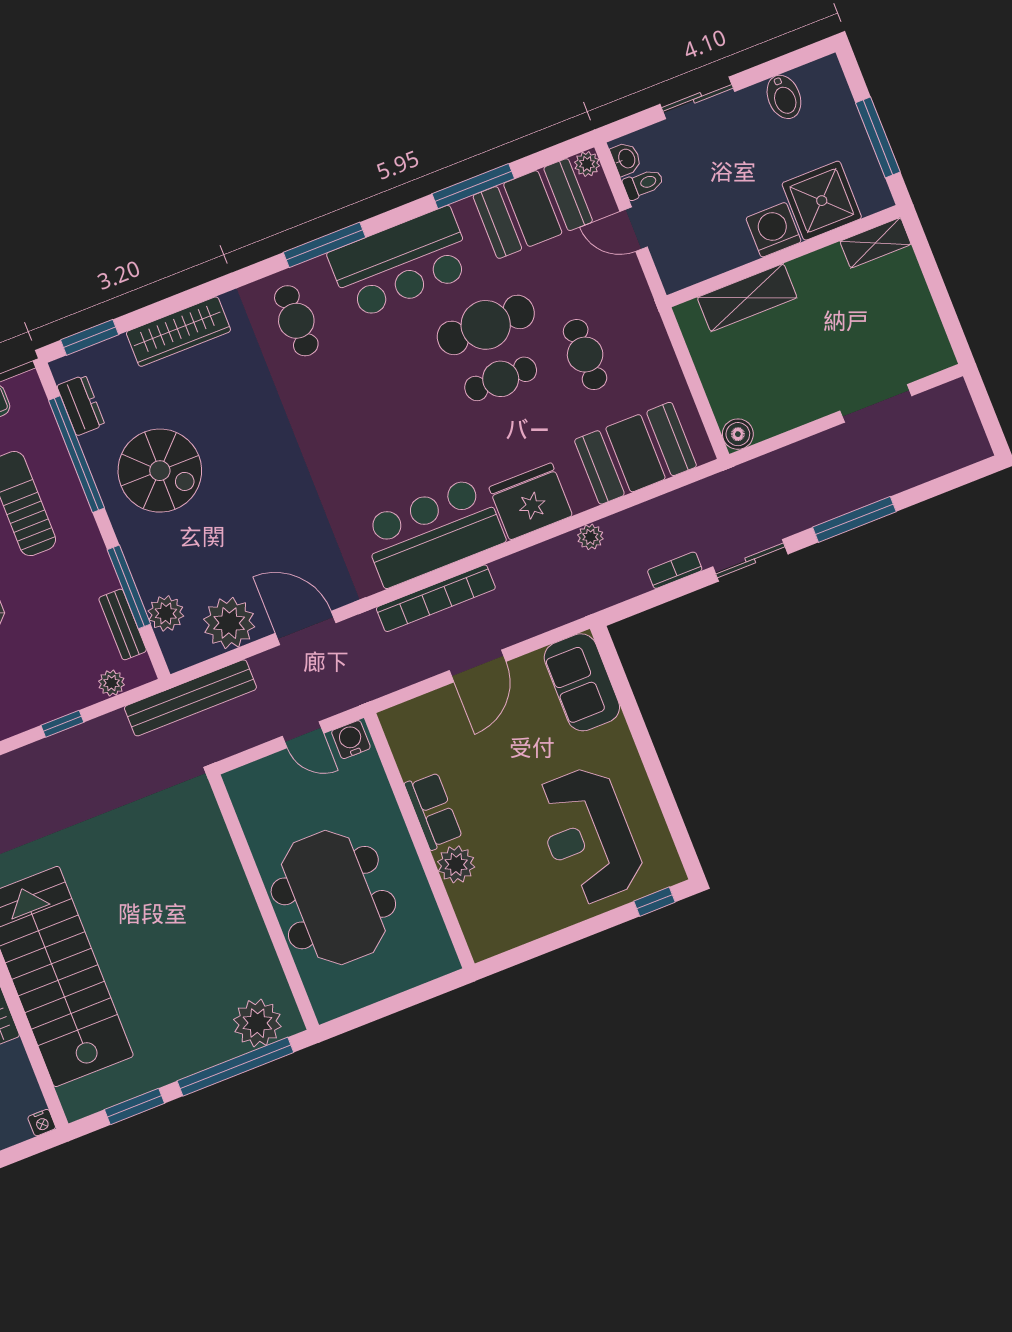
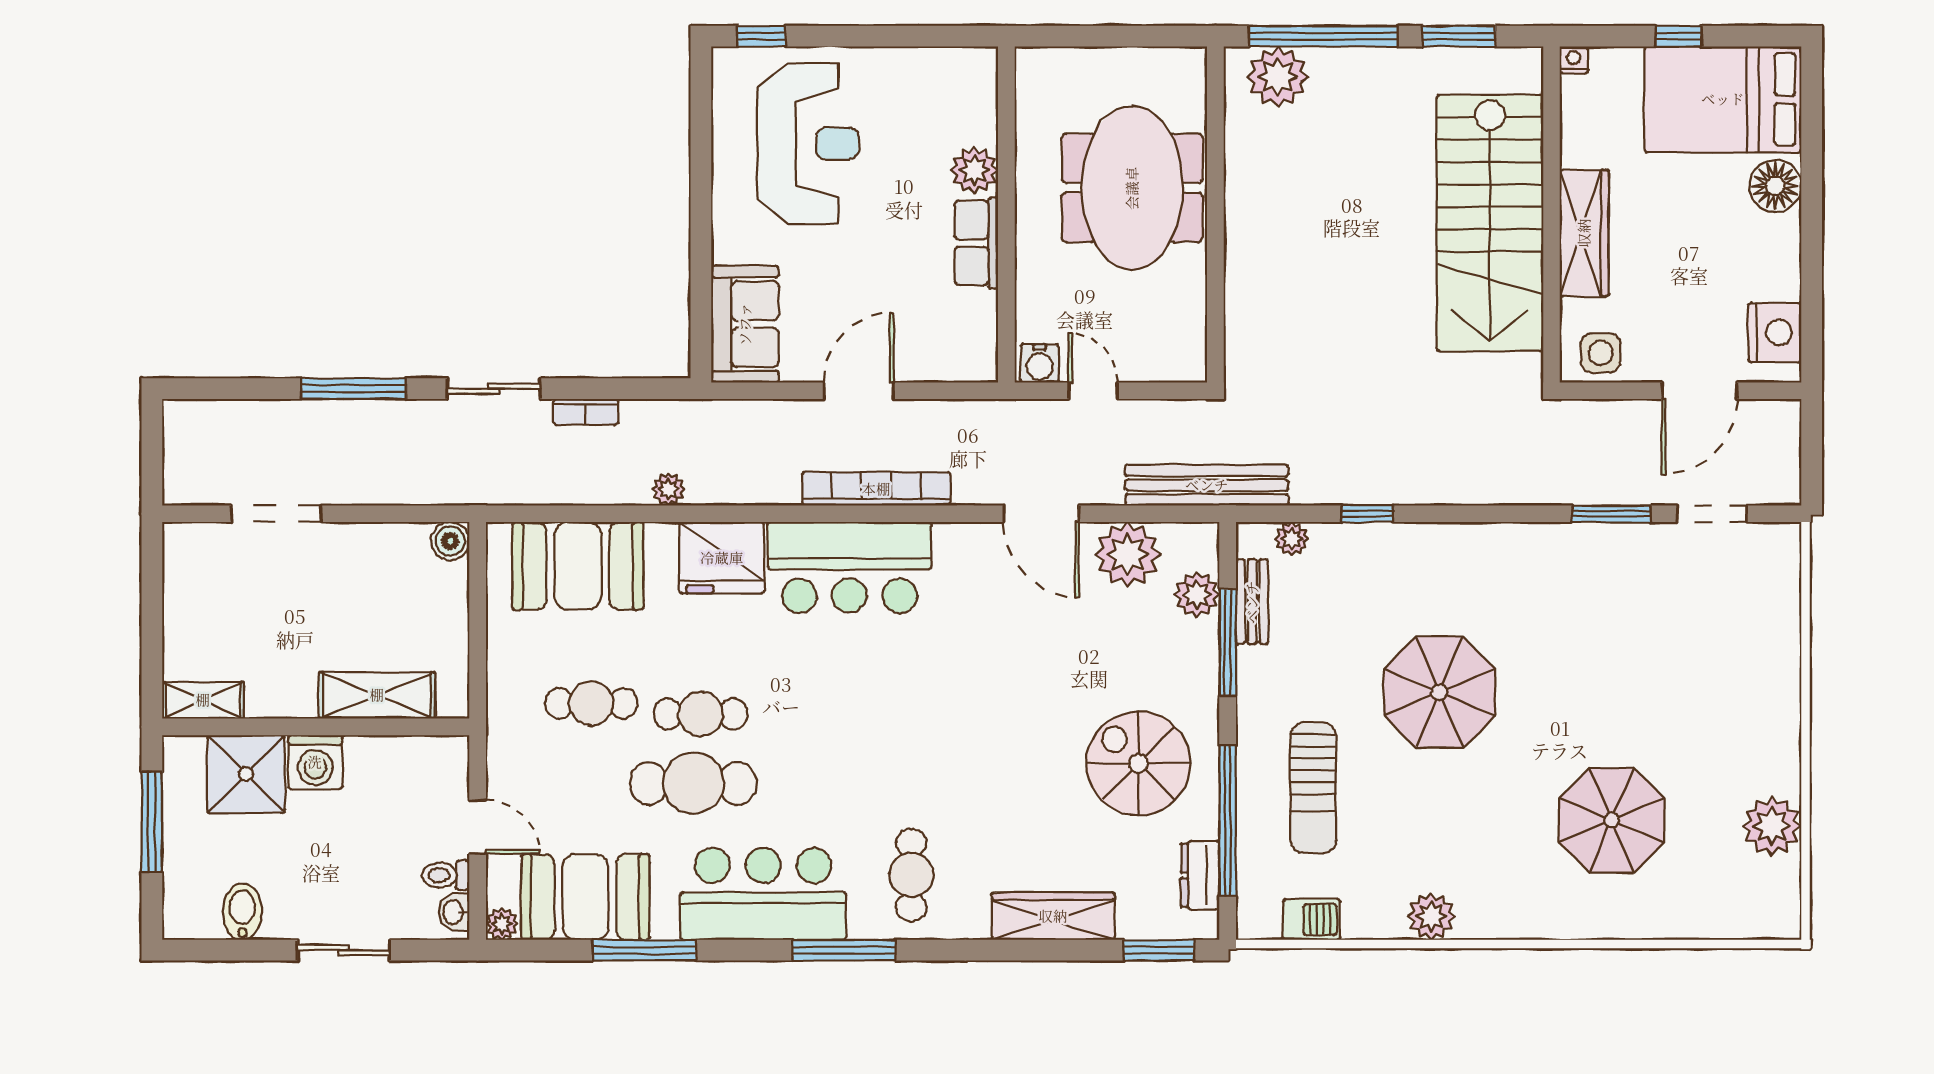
cafe table: (585, 355) -> (591, 703), turned 90

